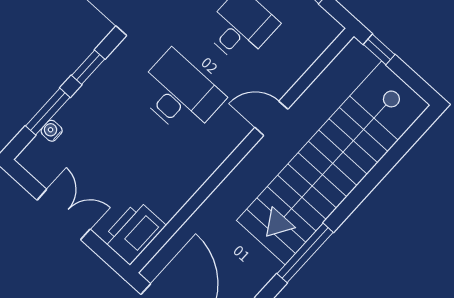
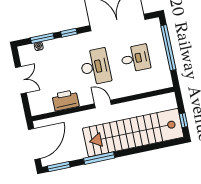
window: (379, 49) -> (184, 120), moved
door: (271, 118) -> (103, 104), moved
printer: (134, 232) -> (65, 100), moved

